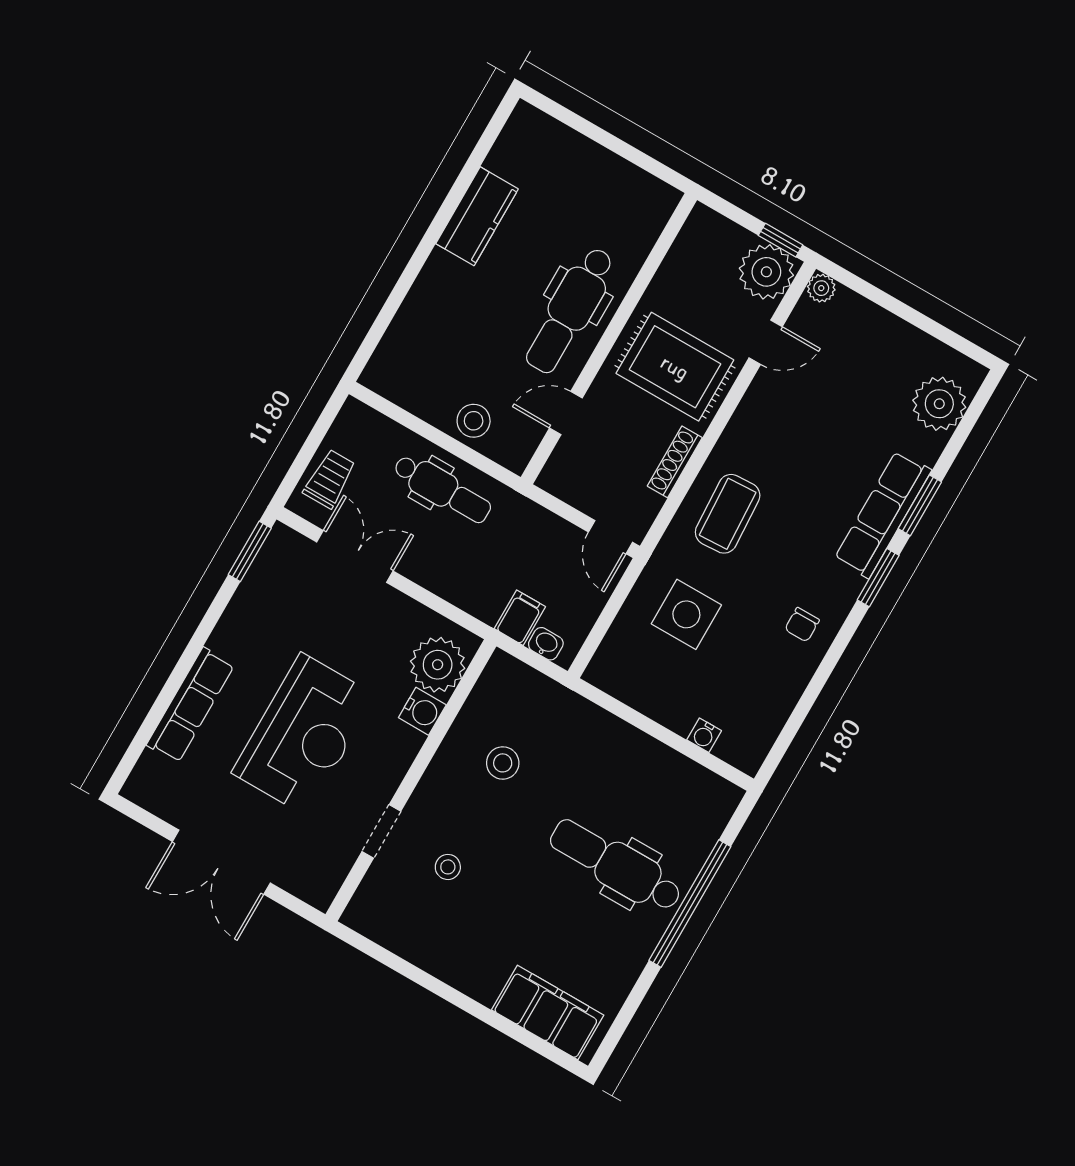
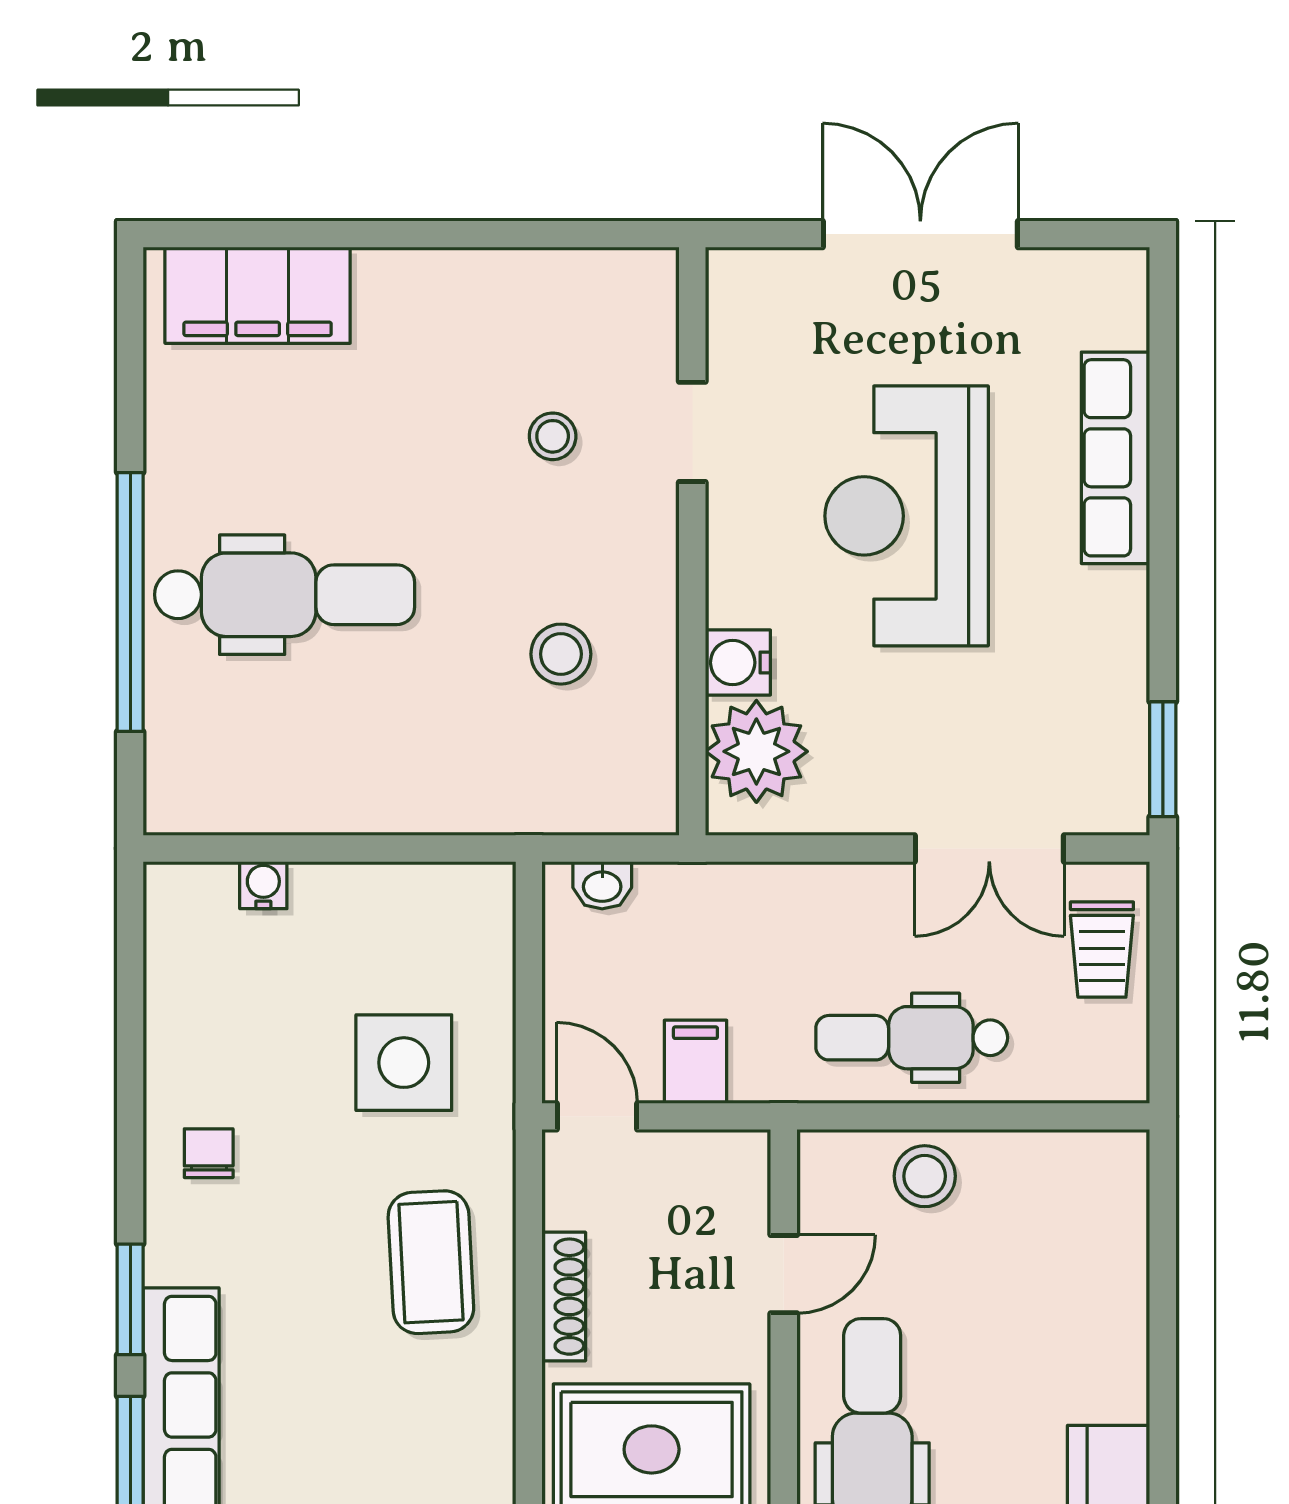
filing cabinet: (520, 618) -> (695, 1062), moved, turned 180

